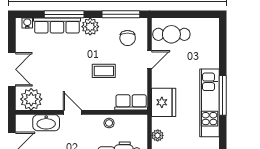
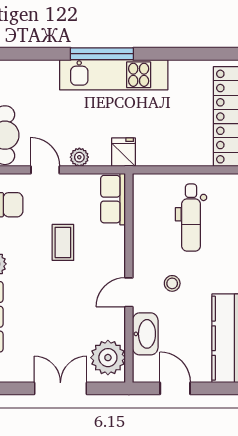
fridge: (164, 102) -> (123, 152), width x0.53, depth x0.75
stool: (109, 123) -> (172, 283), moved
plant: (158, 135) -> (79, 157), moved

